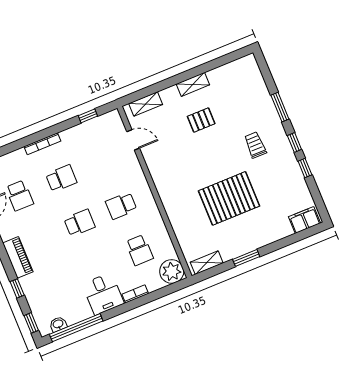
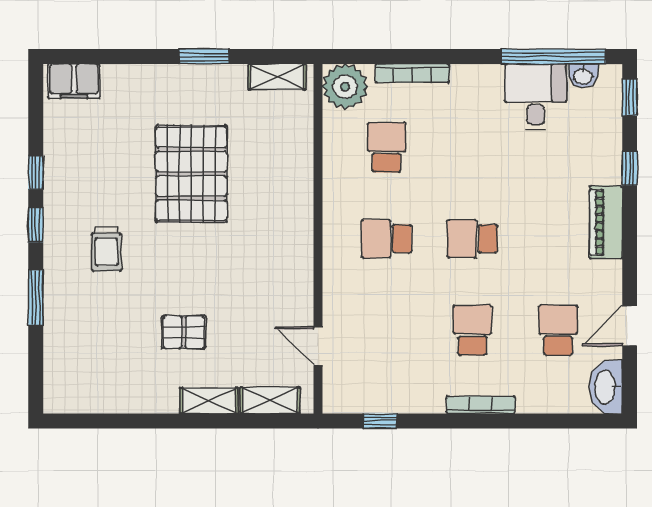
shelving: (193, 84) -> (209, 401), moved
school desk: (61, 178) -> (472, 330), turned 90
pallet: (229, 198) -> (191, 174), turned 90
school desk: (121, 206) -> (386, 239), turned 180
desk: (103, 294) -> (536, 97), moved
bookcase: (135, 294) -> (412, 73), width x1.56

